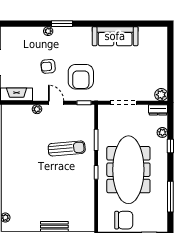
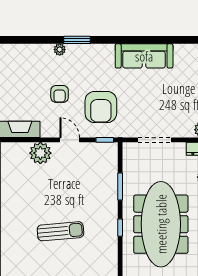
armchair: (48, 66) -> (60, 94), turned -85
plant: (37, 109) -> (40, 153), width x1.88, depth x1.88
sun lounger: (67, 148) -> (60, 231), moved

